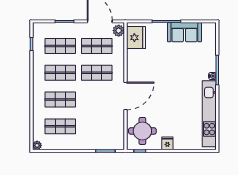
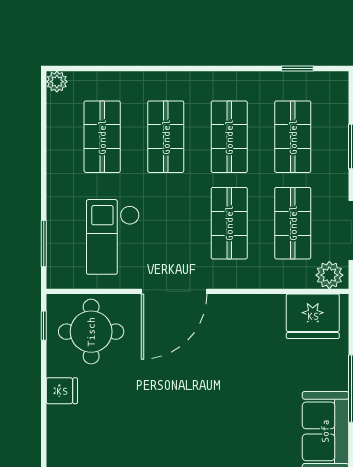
door: (125, 96) -> (174, 291), hinge flipped
checkout: (103, 122) -> (113, 237), added

